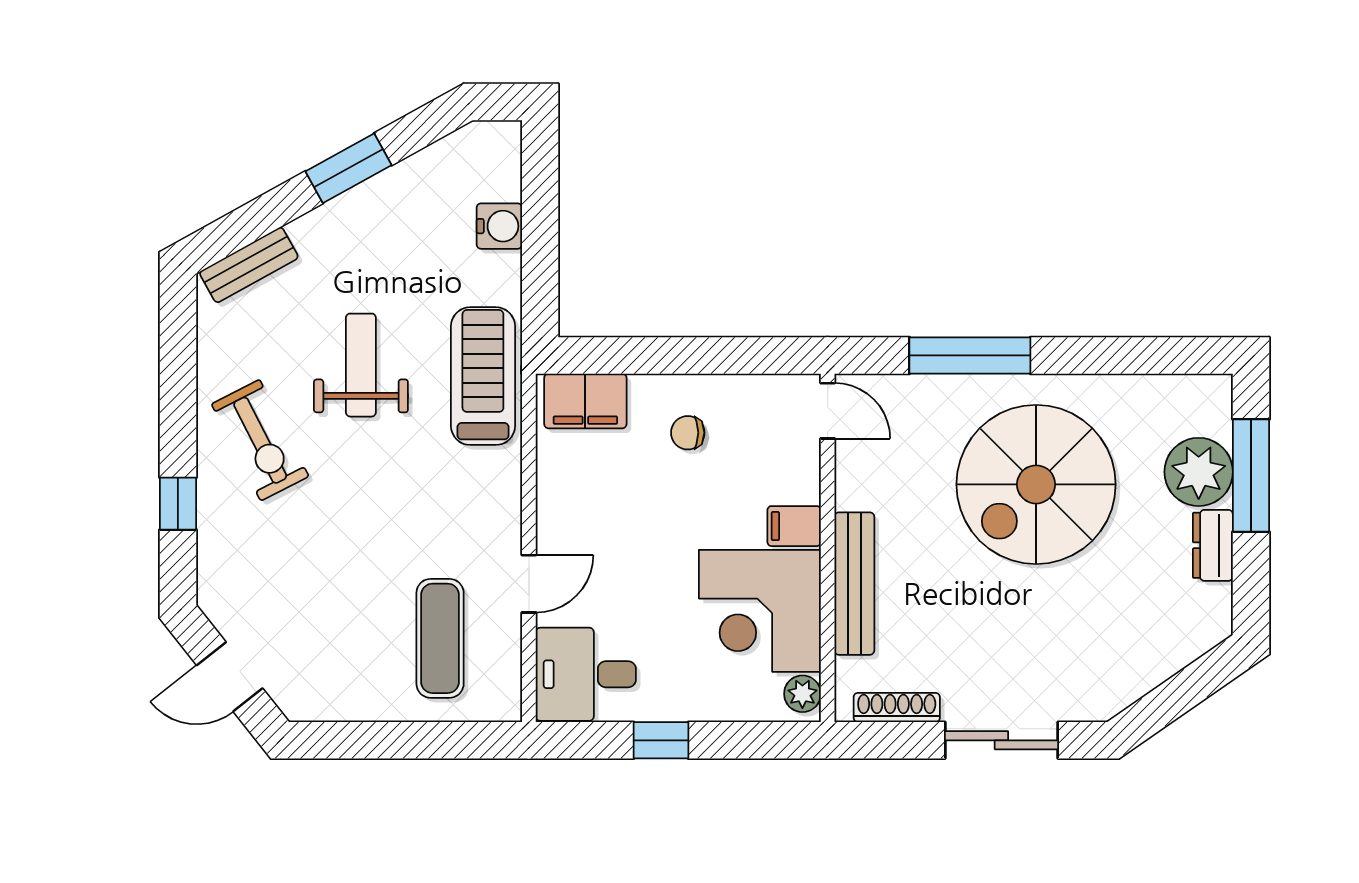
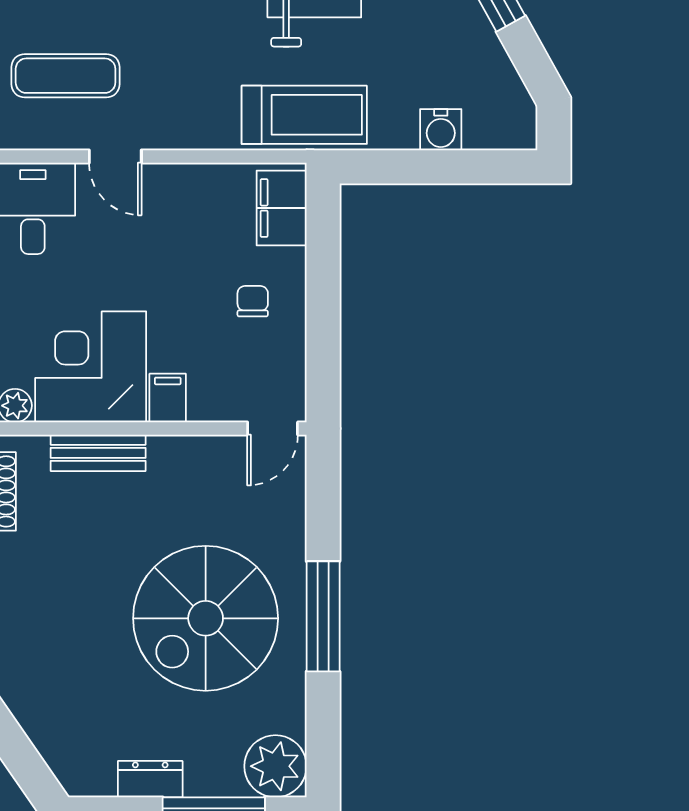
window: (970, 355) -> (323, 616), moved
plant: (1199, 472) -> (275, 766), moved
spiral stairs: (1036, 484) -> (206, 618), turned -90
bench: (854, 584) -> (98, 453), width x0.73

